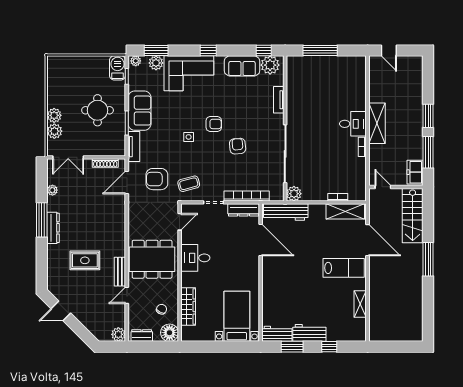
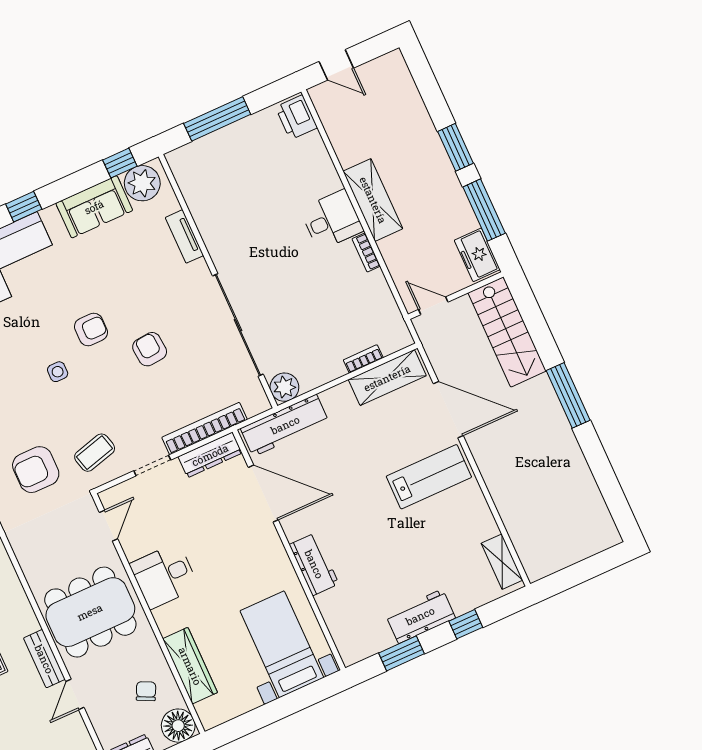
printer: (358, 67) -> (296, 117), added
shelving: (360, 304) -> (502, 562), moved
workbench: (277, 334) -> (314, 564), moved, turned 90

